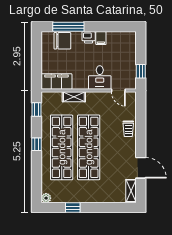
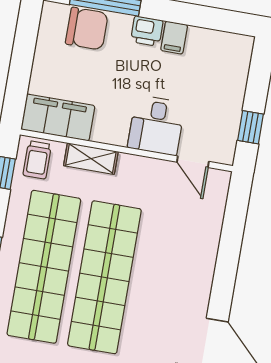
trolley: (128, 129) -> (37, 160), moved

